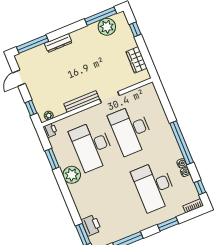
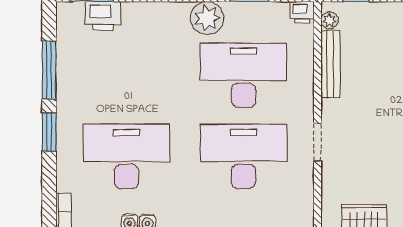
bench: (82, 101) -> (330, 64), moved
window: (168, 224) -> (49, 132), moved

